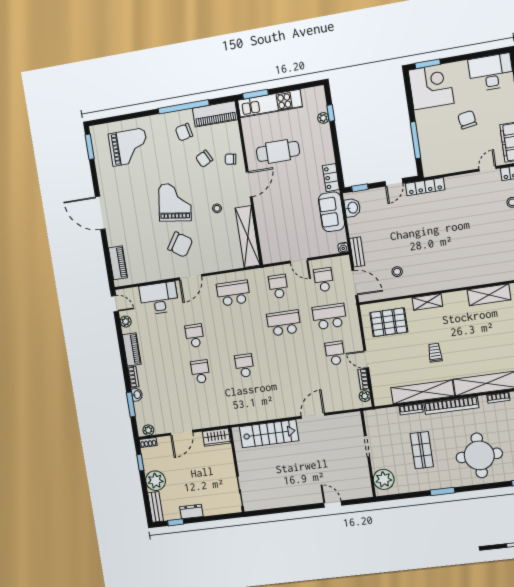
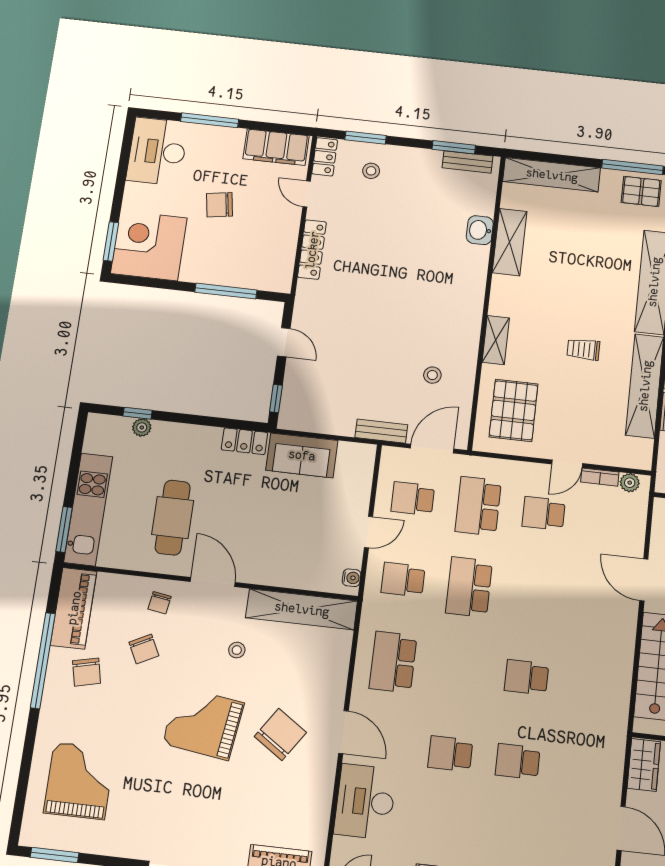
locker: (425, 187) -> (312, 250), moved
washbasin: (352, 208) -> (480, 230), moved, turned -90
water cooler: (343, 248) -> (352, 578), moved

